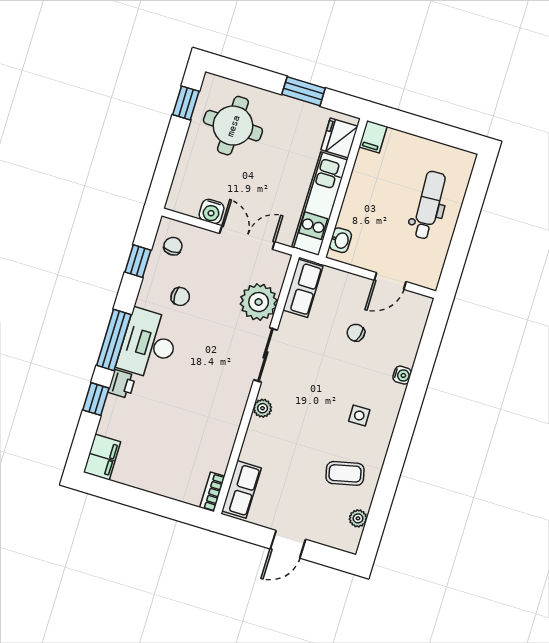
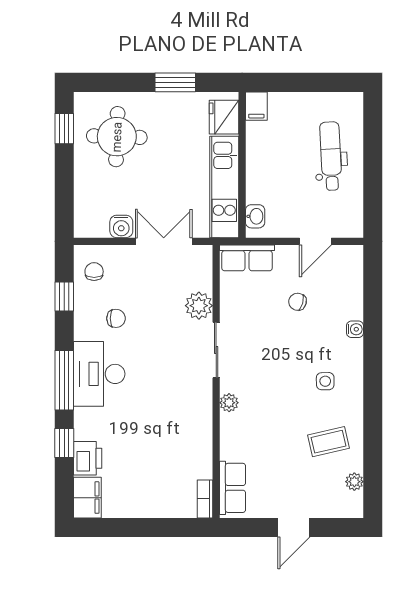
row of seats: (303, 288) -> (247, 258), moved, turned 90
plant: (259, 302) -> (199, 306), width x0.73, depth x0.73
printer: (122, 384) -> (88, 458), moved, width x1.36, depth x1.24

